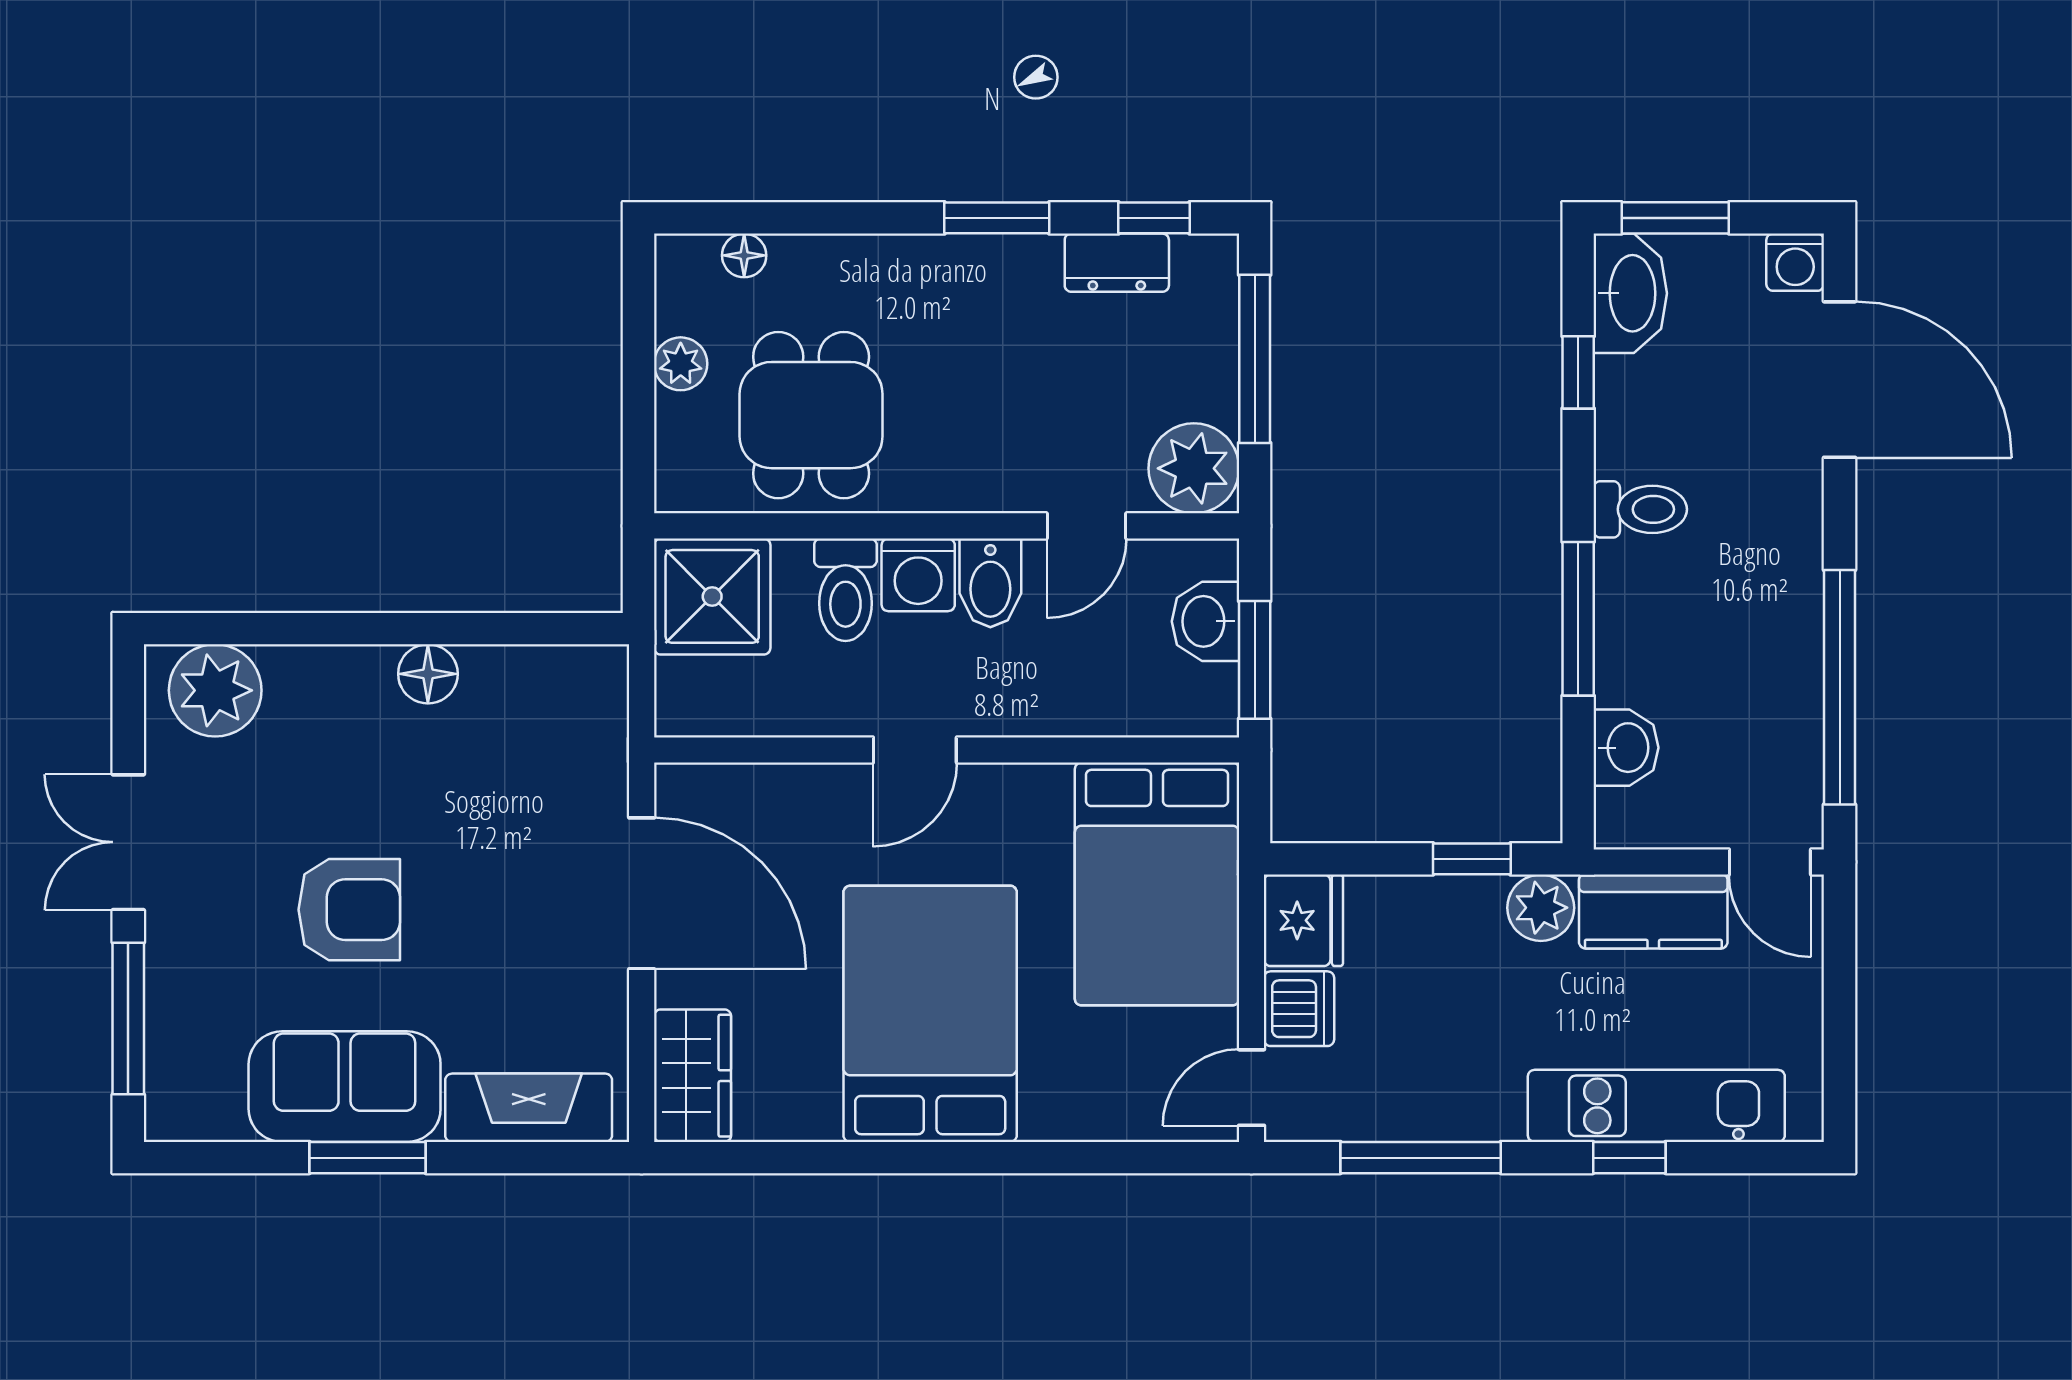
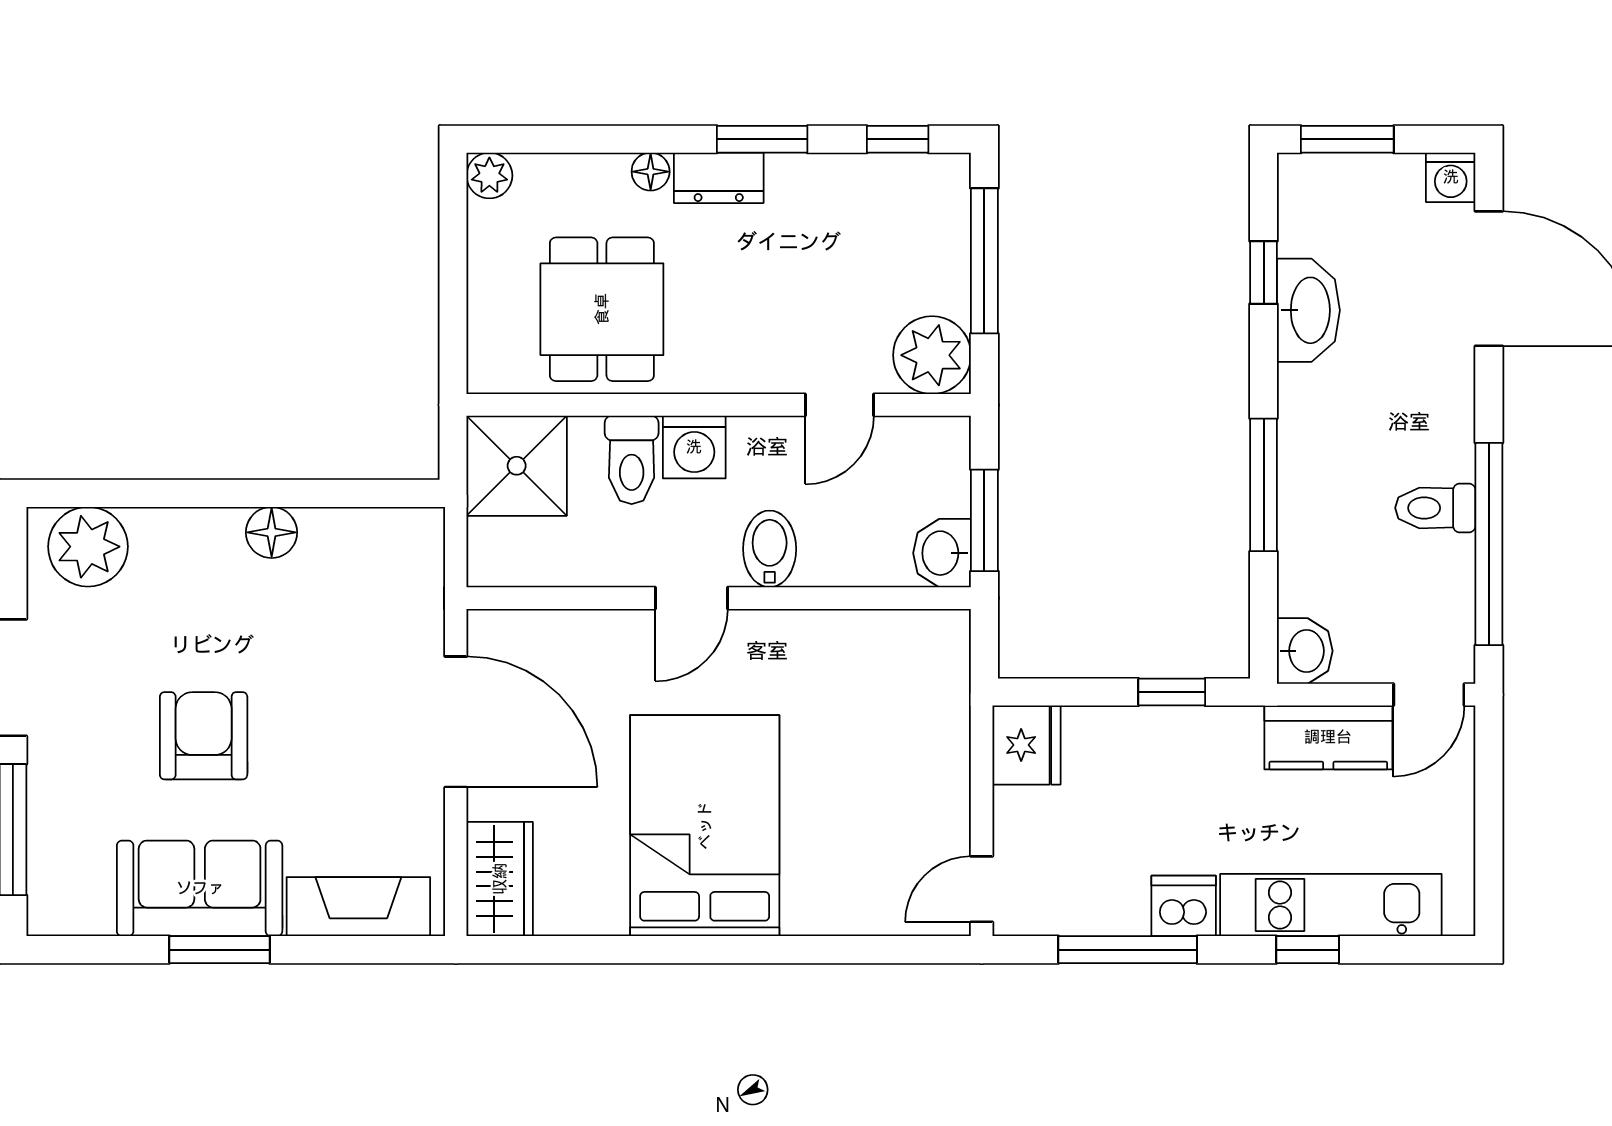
floor lamp: (744, 255) -> (651, 172), moved
dresser: (1117, 263) -> (719, 178), moved
washbasin: (1630, 293) -> (1308, 310), moved
plant: (681, 364) -> (489, 176), moved
toilet: (1640, 509) -> (1435, 508), moved, turned 180
bidet: (990, 583) -> (770, 549), moved, turned 180
washbasin: (1205, 621) -> (942, 553), moved
washbasin: (1626, 748) -> (1305, 651), moved
door: (1770, 862) -> (1429, 695), hinge flipped
bed: (1157, 884) -> (900, 714), removed
plant: (1541, 908) -> (1231, 734), removed
armchair: (349, 910) -> (204, 736), turned -90
dishwasher: (1299, 1009) -> (1184, 906), moved, turned -90

